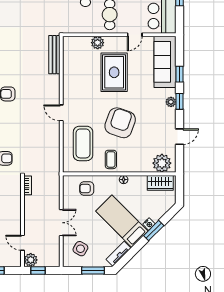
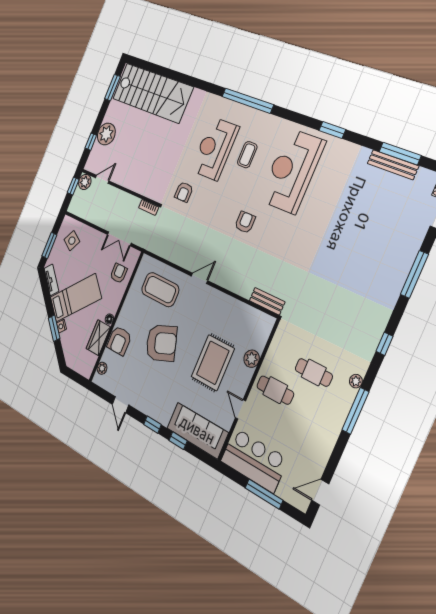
bench: (54, 55) -> (267, 301), width x0.73
rug: (114, 72) -> (213, 363), turned 90
plant: (171, 102) -> (156, 414), removed
armchair: (120, 123) -> (161, 343), turned -39
coffee table: (111, 159) -> (133, 314), removed
armchair: (135, 162) -> (119, 341), added
plant: (162, 163) -> (102, 368), width x0.53, depth x0.53
wardrobe: (160, 183) -> (98, 338), moved
double door: (61, 223) -> (119, 239), moved

